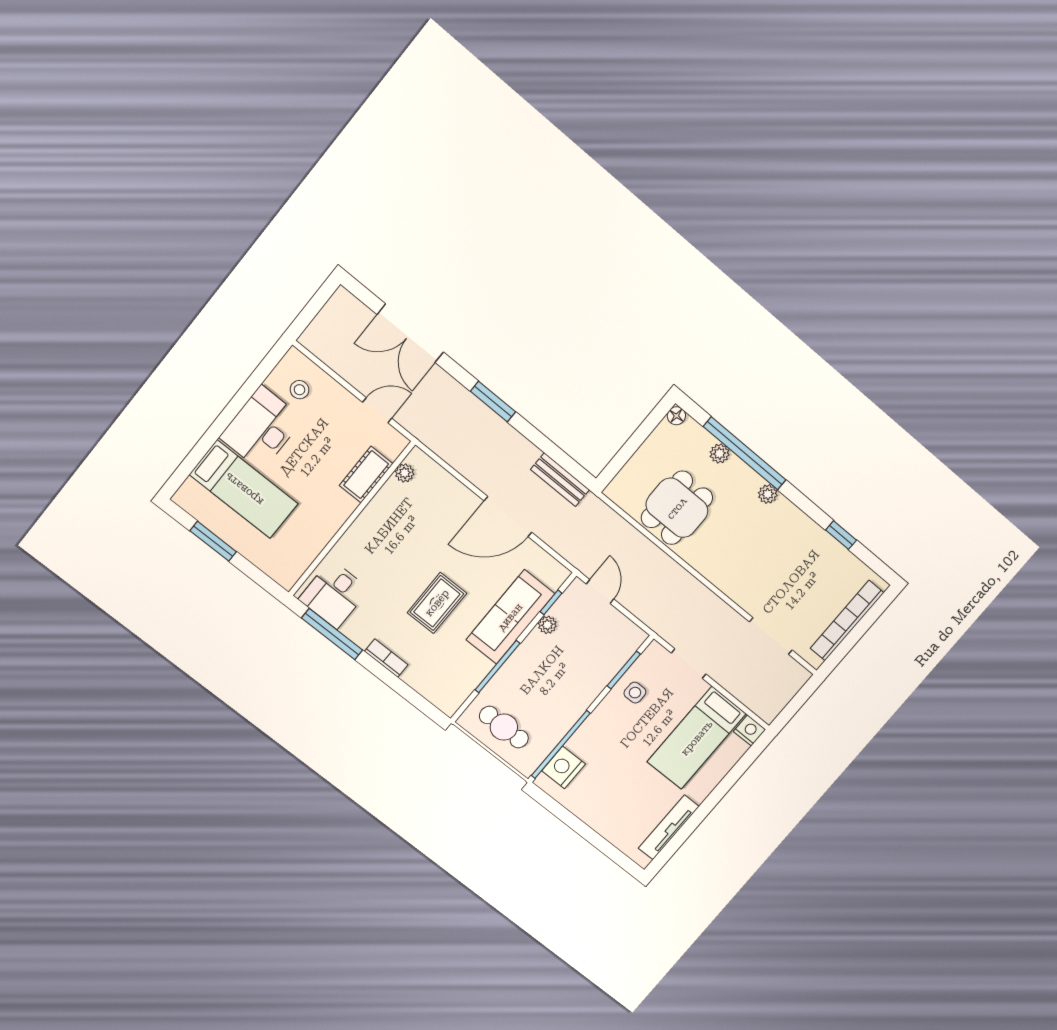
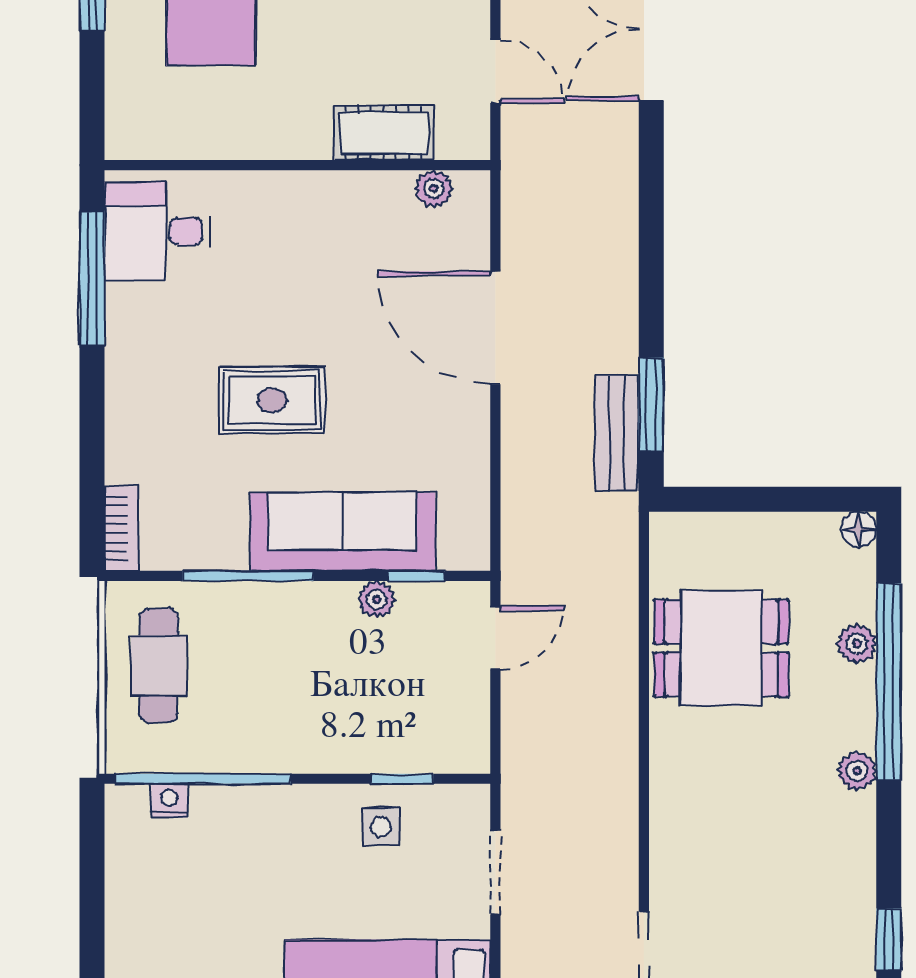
window: (493, 402) -> (651, 404), moved
door: (508, 517) -> (495, 328), moved
bookcase: (386, 658) -> (121, 529), moved
window: (624, 670) -> (402, 779), width x0.67
nightstand: (564, 767) -> (169, 801), width x0.53, depth x0.56

